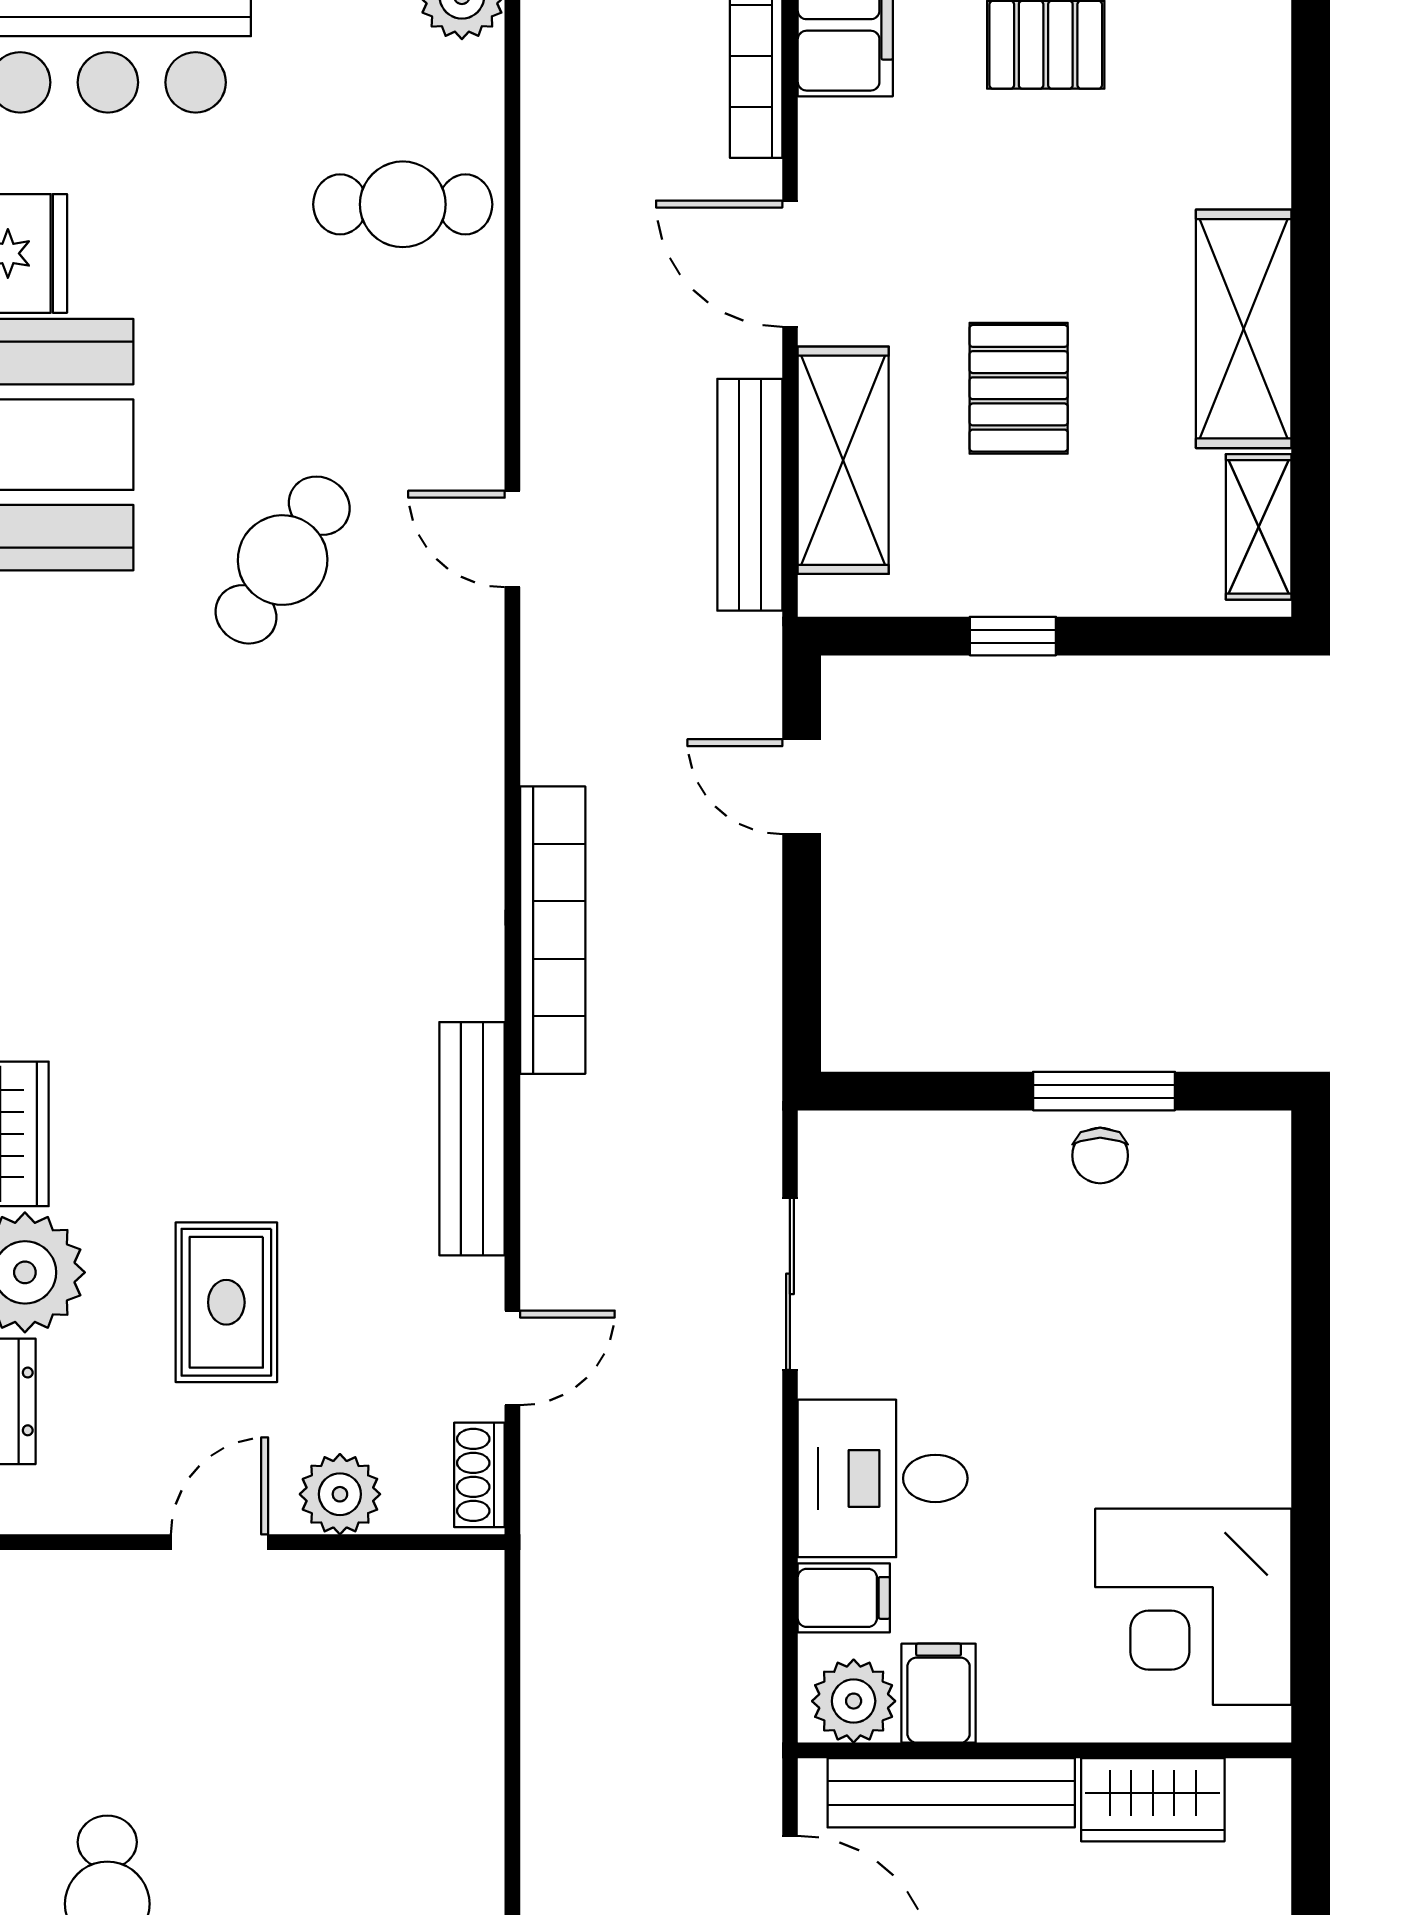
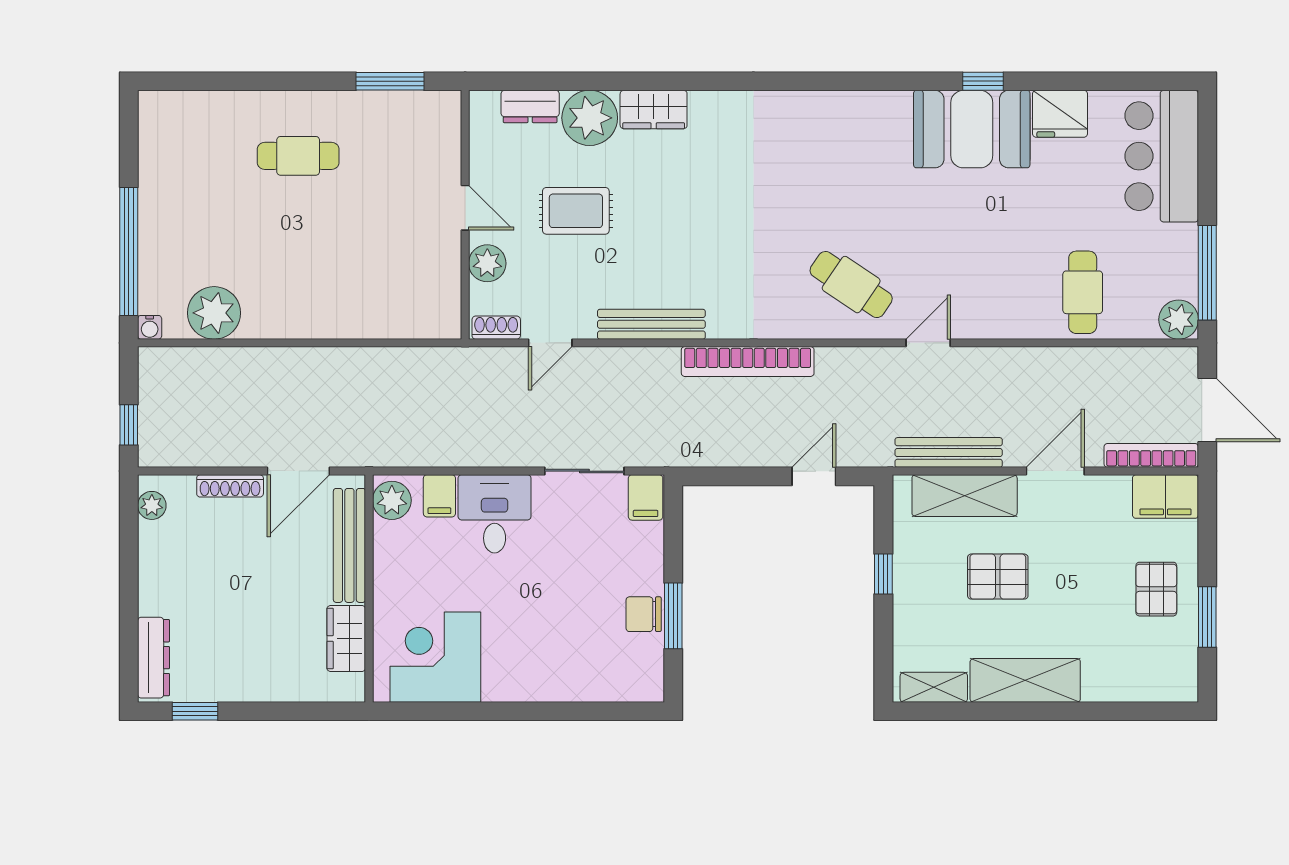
cafe table: (283, 560) -> (851, 285), moved
chair: (1100, 1156) -> (644, 614), width x1.37, depth x1.37
door: (512, 1358) -> (550, 343), hinge flipped
filing cabinet: (939, 1693) -> (646, 497), moved, turned 90

